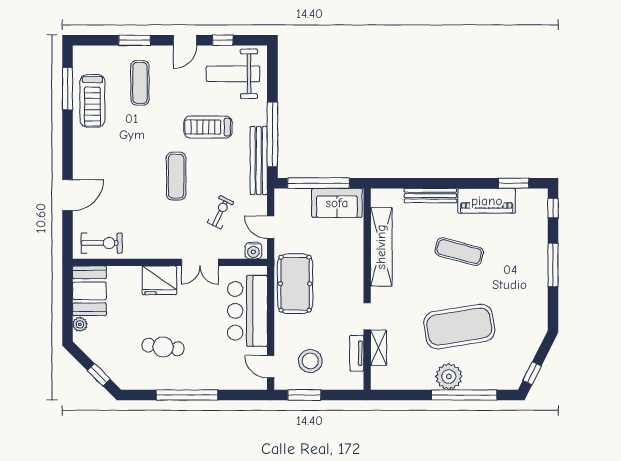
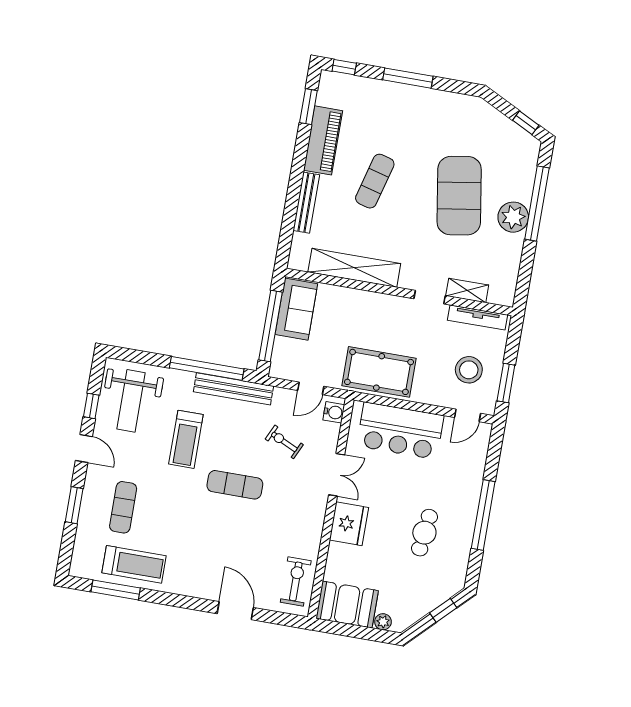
exercise mat: (140, 83) -> (123, 507), turned 90
tv unit: (357, 353) -> (477, 317), width x1.41

